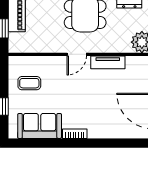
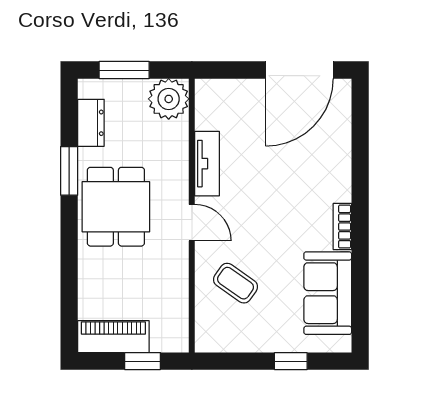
coffee table: (29, 83) -> (236, 283), moved, turned -55

